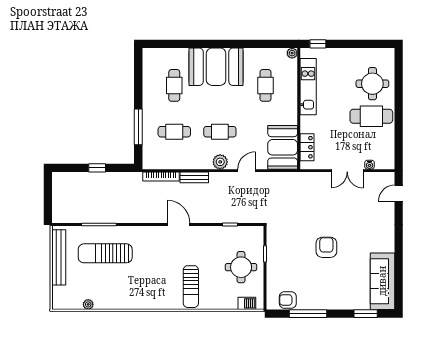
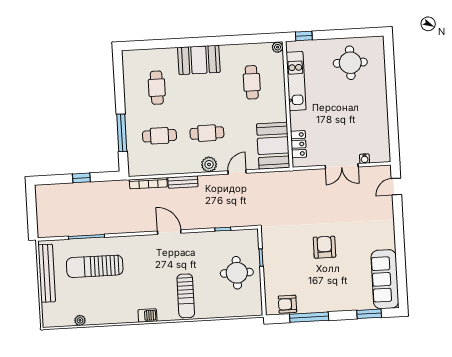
booth: (216, 67) -> (199, 60), width x0.73, depth x0.70
round table: (372, 84) -> (350, 63), moved
cafe table: (371, 116) -> (364, 108), removed
barbecue: (247, 303) -> (147, 316), moved

